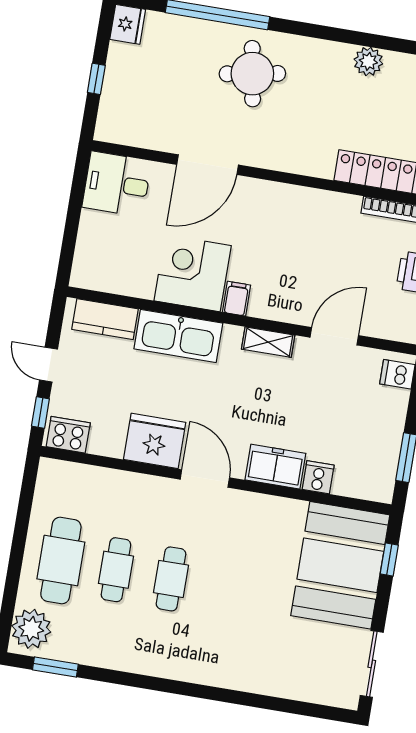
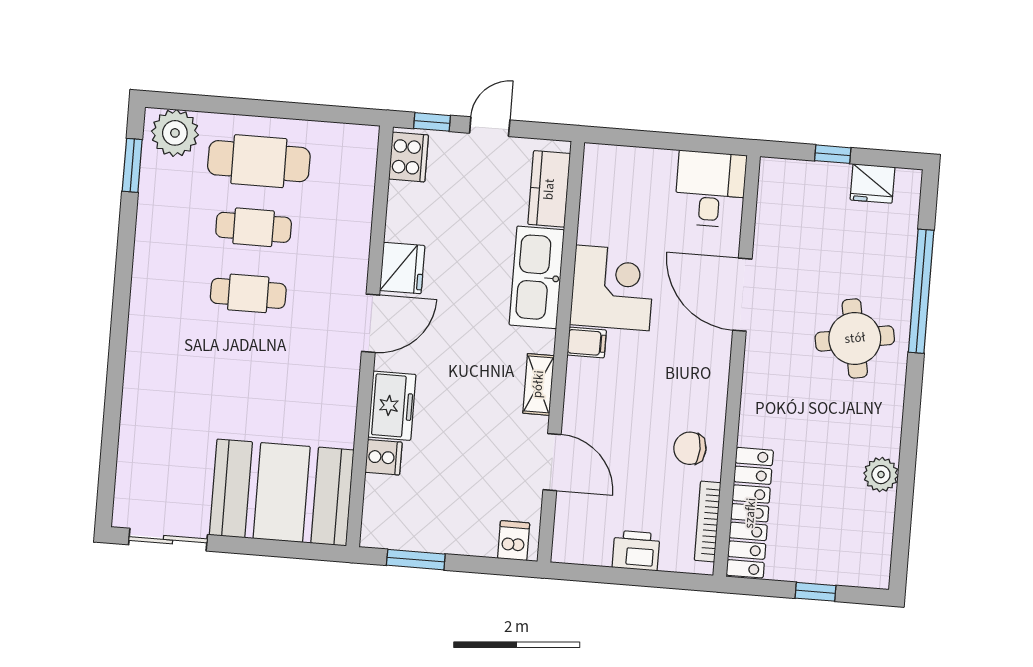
fridge: (128, 24) -> (872, 184), moved
chair: (333, 220) -> (690, 448), added
fridge: (155, 441) -> (402, 268), width x0.73, depth x0.75
window: (389, 559) -> (293, 550), removed

